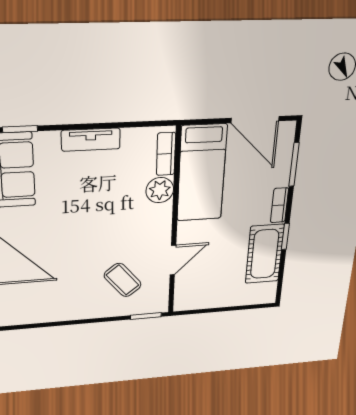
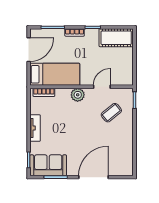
plant: (160, 190) -> (78, 95), moved
cot: (265, 254) -> (116, 38), moved
door: (173, 260) -> (102, 87), hinge flipped

